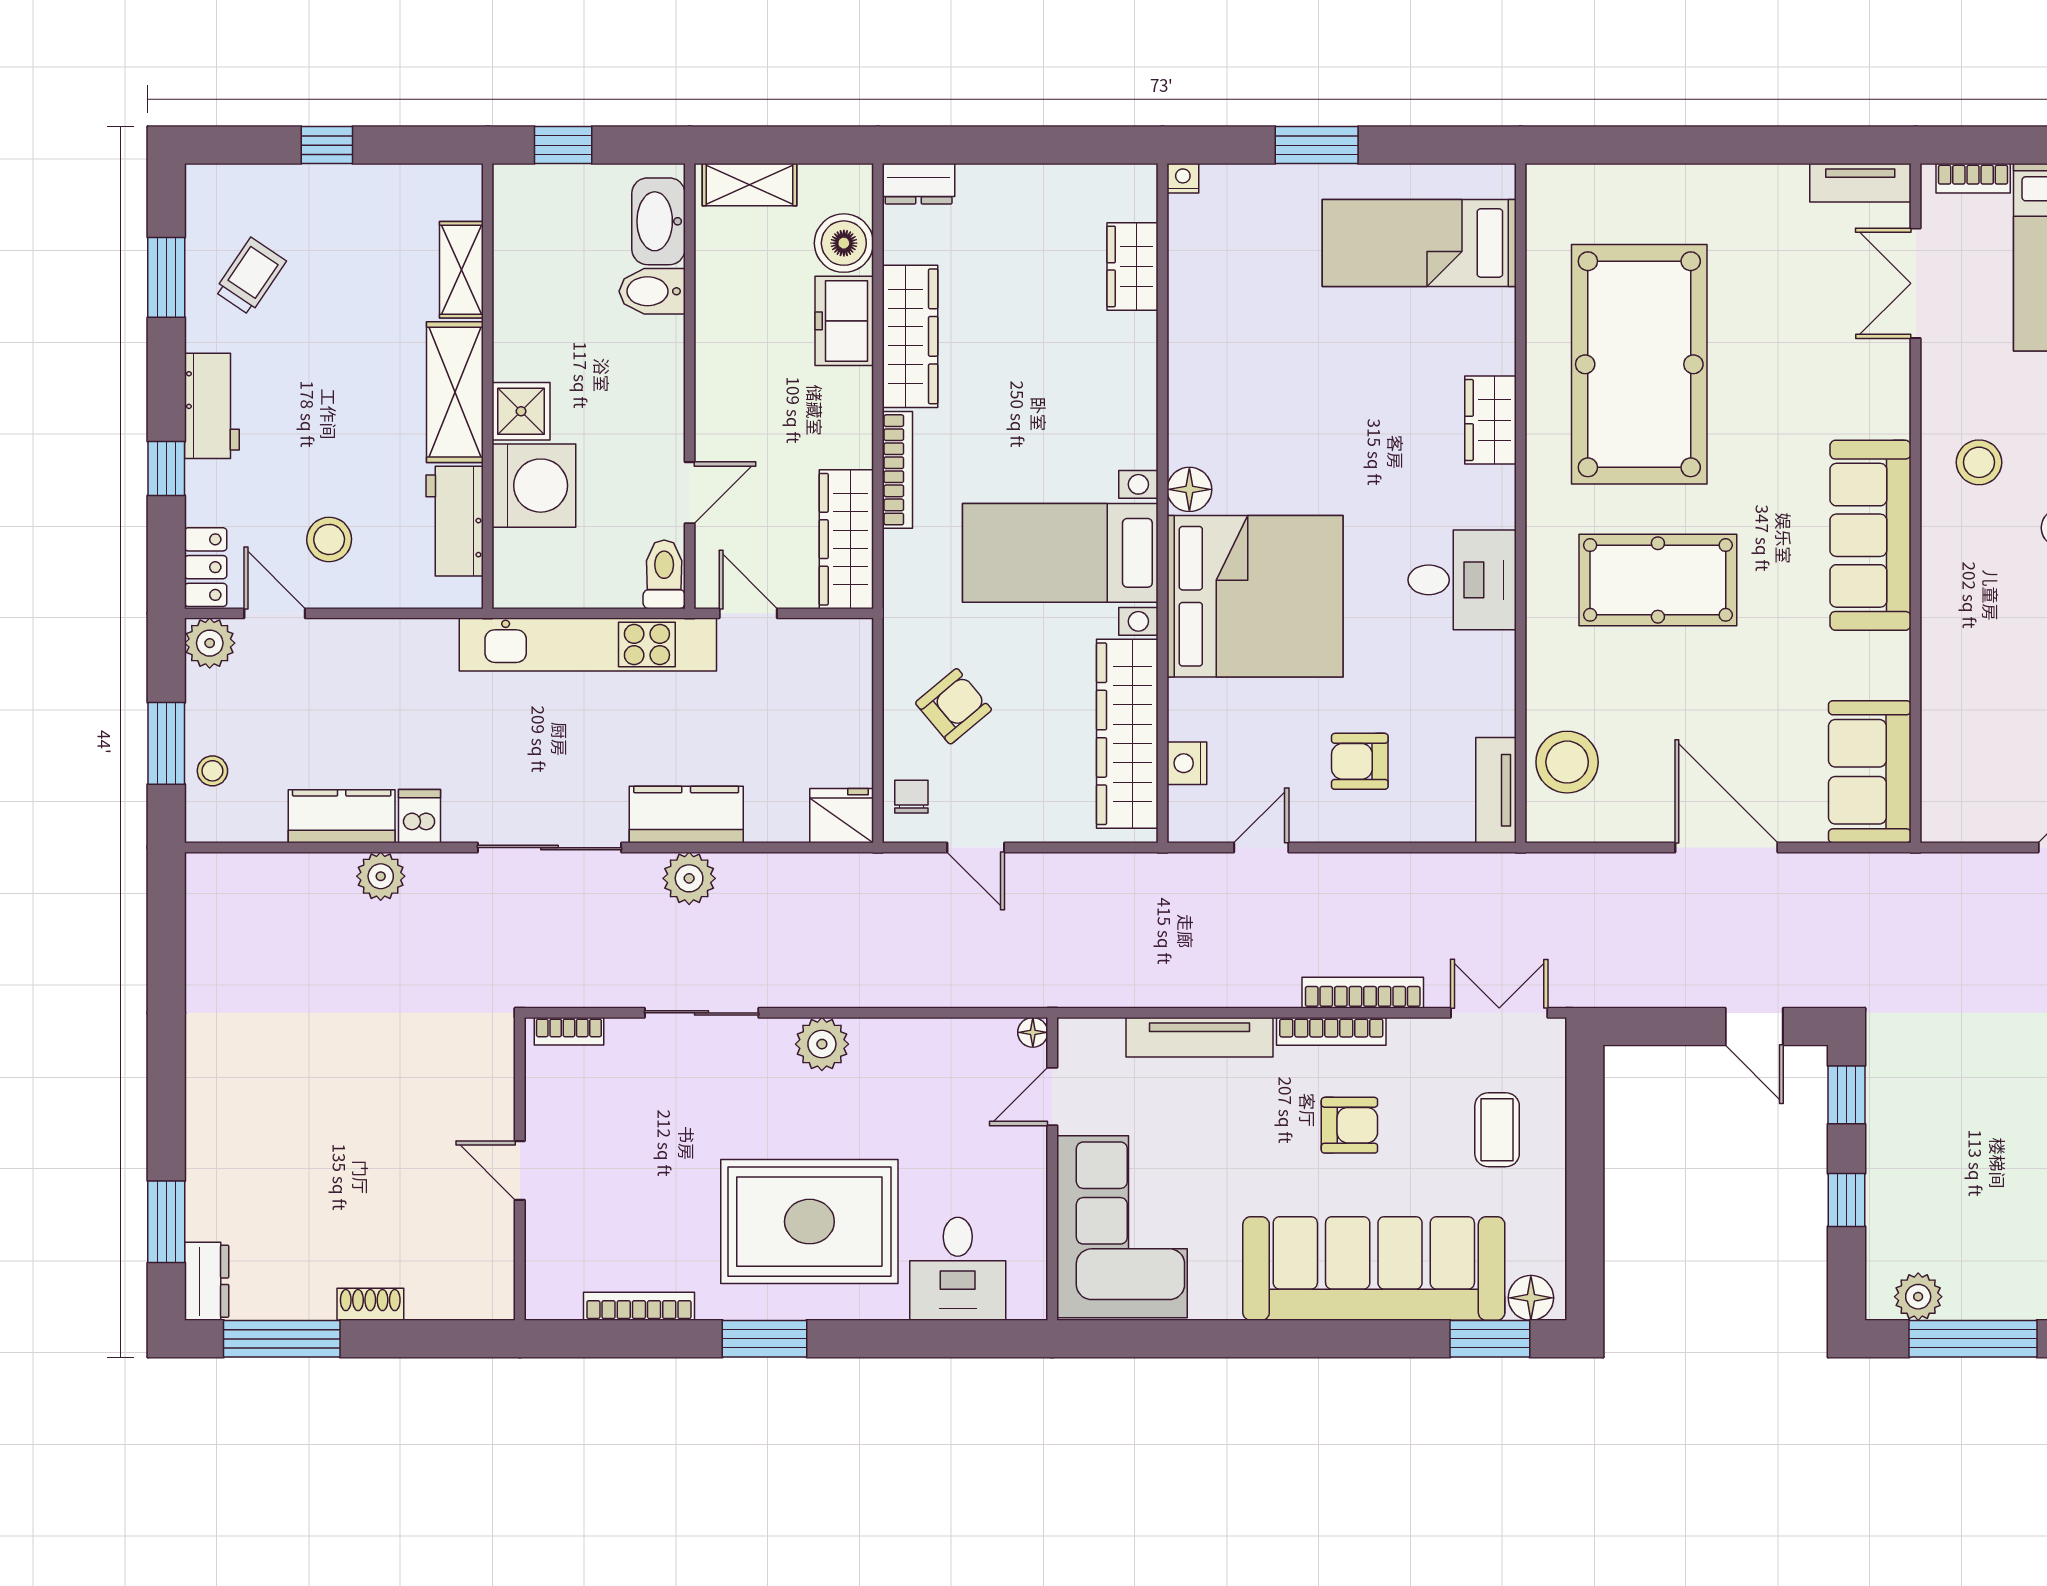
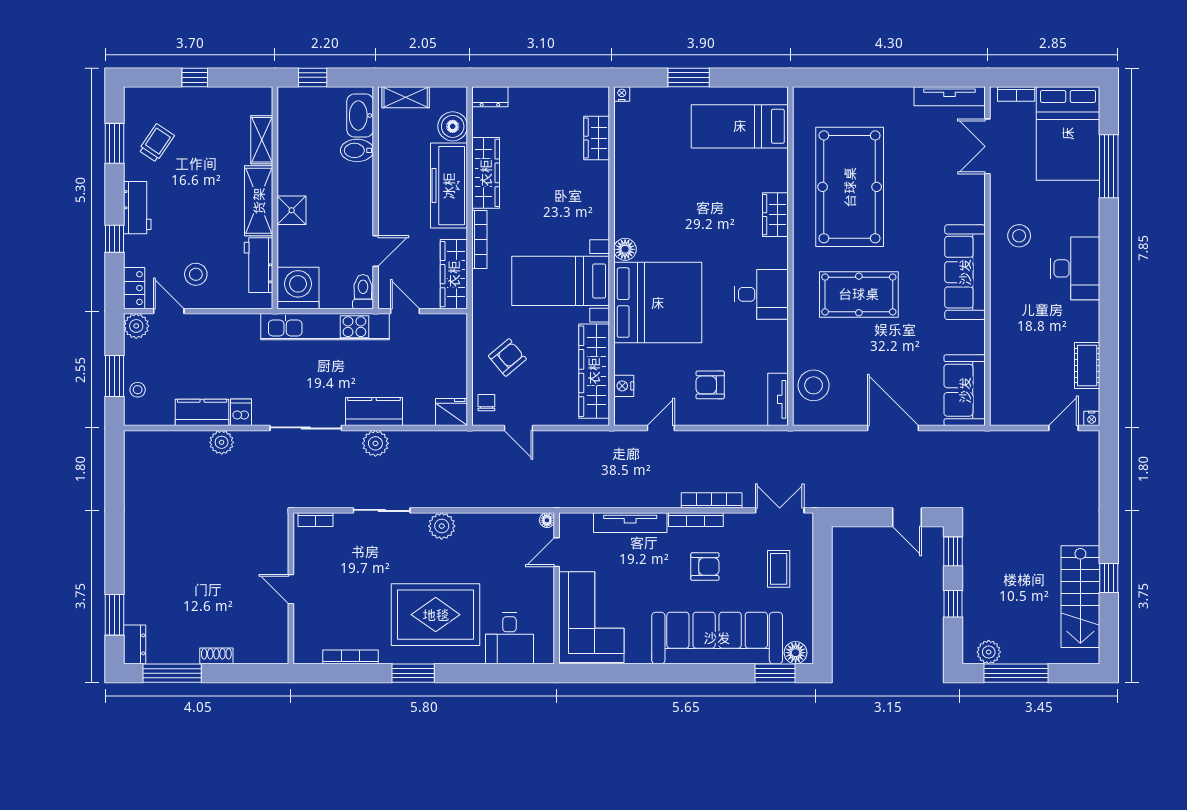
tv unit: (1860, 183) -> (950, 96), width x1.41
freezer: (844, 321) -> (449, 186), width x1.91, depth x1.26
washing machine: (534, 486) -> (298, 288), moved, turned -90

